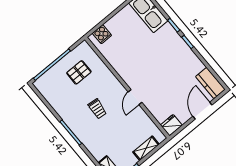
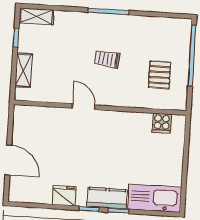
cooker: (102, 34) -> (162, 123), moved, turned -90
kitchen counter: (210, 83) -> (107, 198), moved
fridge: (171, 125) -> (64, 195), moved, turned -90

